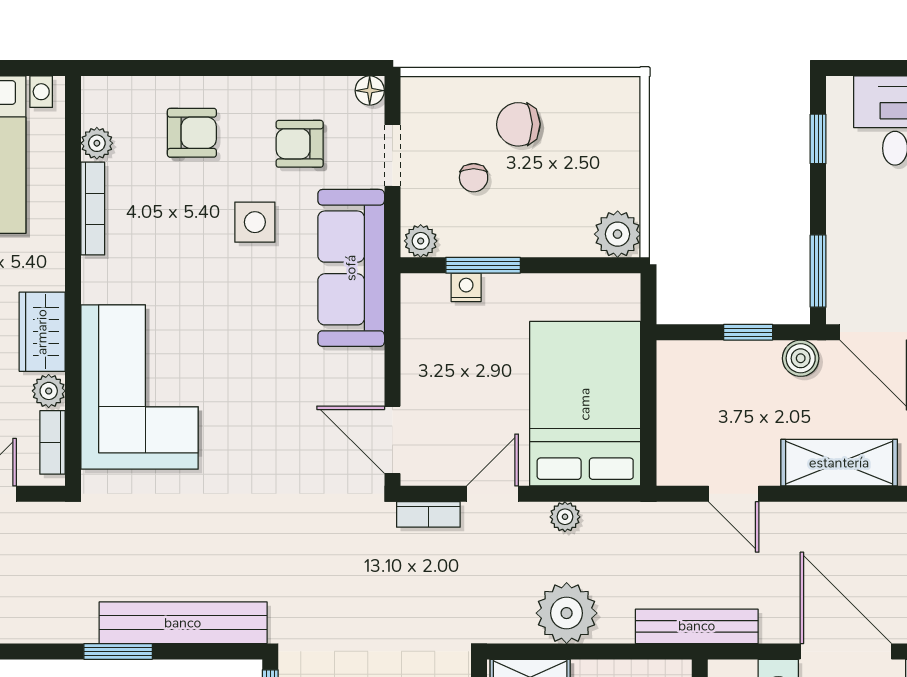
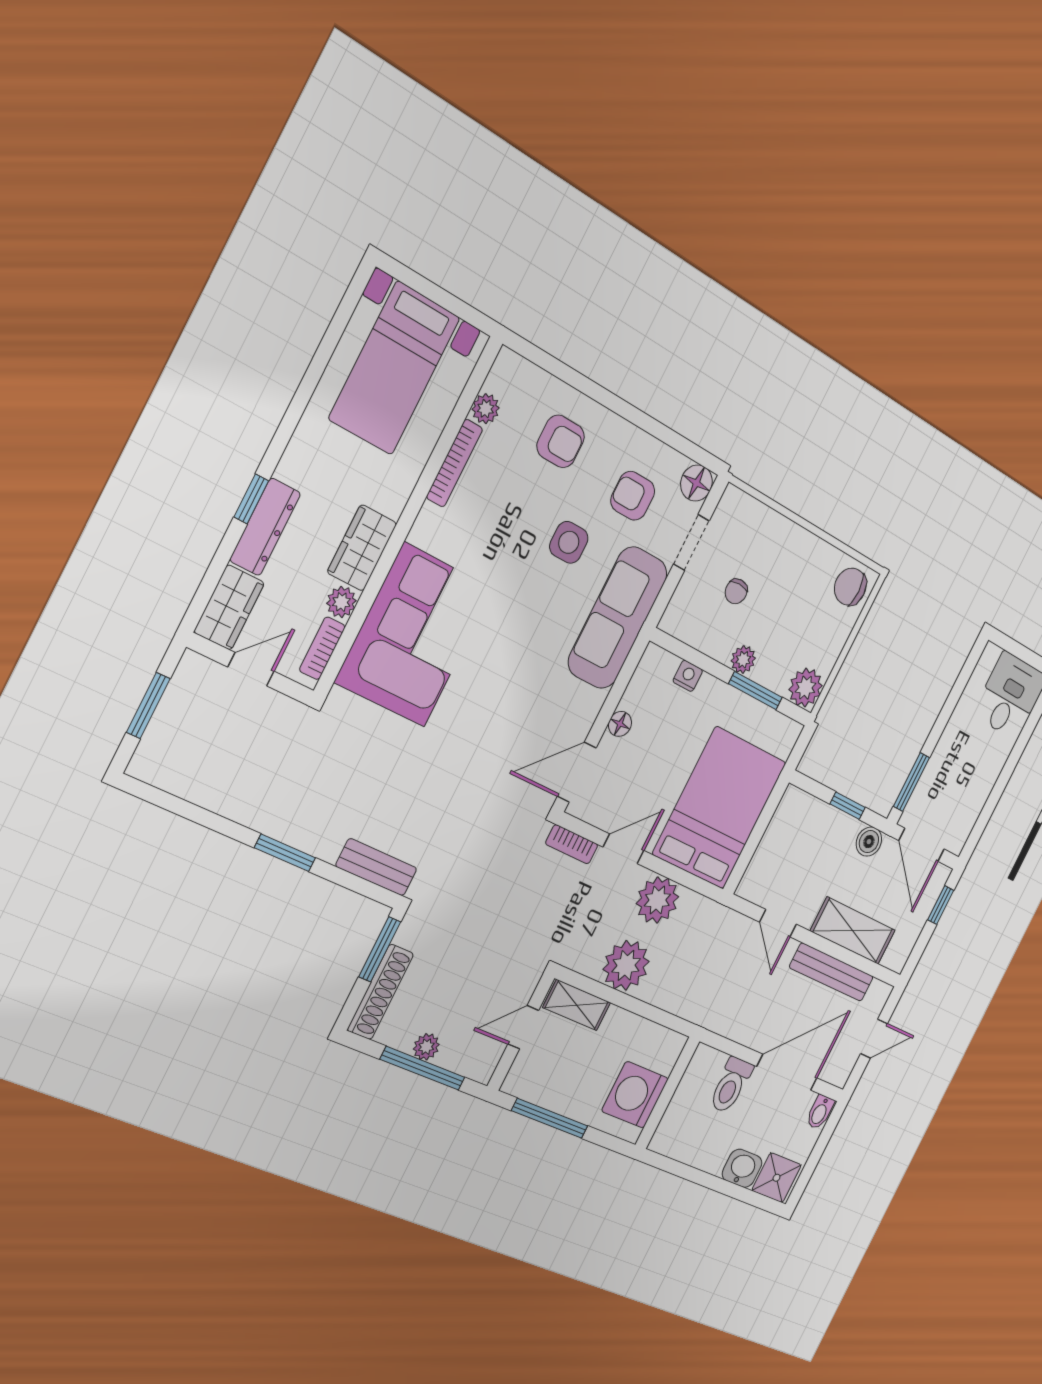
floor lamp: (370, 91) -> (696, 483), width x1.37, depth x1.37
chair: (518, 124) -> (850, 587), moved
window: (818, 139) -> (961, 684), removed
plant: (421, 241) -> (743, 660), moved
window: (483, 265) -> (755, 691), moved
floor lamp: (415, 370) -> (620, 724), added
door: (392, 440) -> (577, 772), hinge flipped
plant: (565, 517) -> (657, 900), width x1.88, depth x1.88
bench: (183, 623) -> (376, 867), width x0.54, depth x0.82
bench: (697, 626) -> (832, 972), moved
door: (846, 651) -> (787, 1072), hinge flipped

